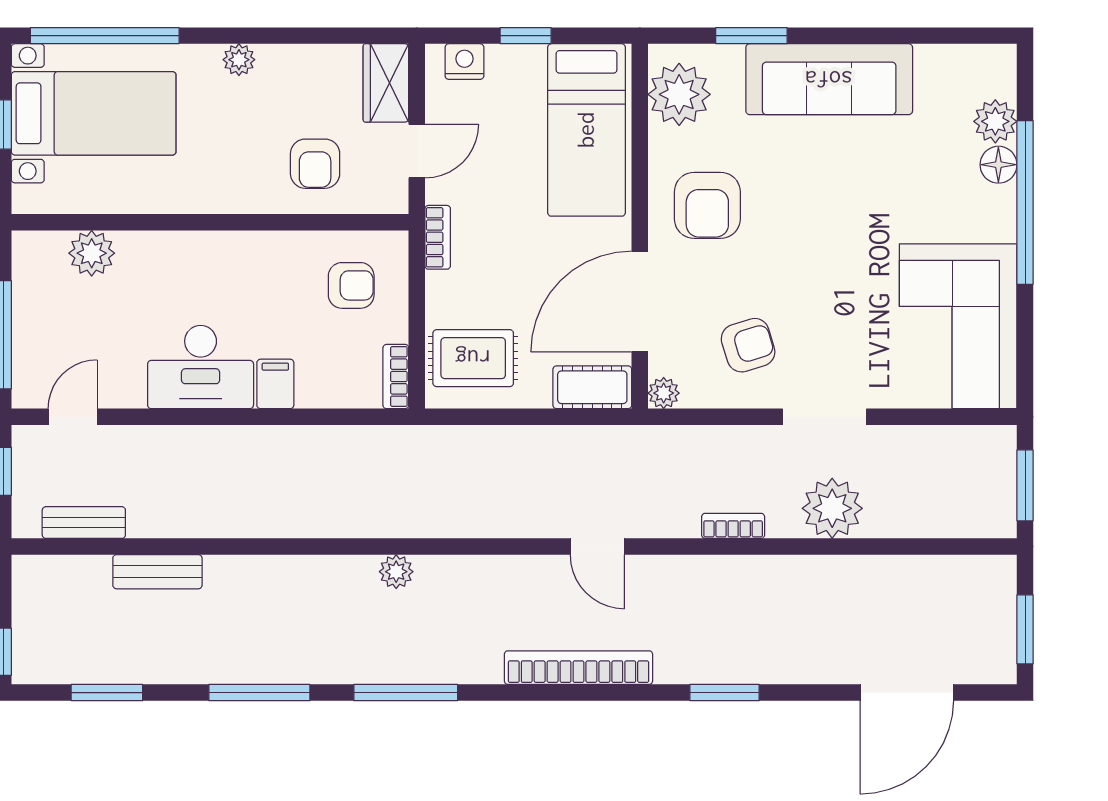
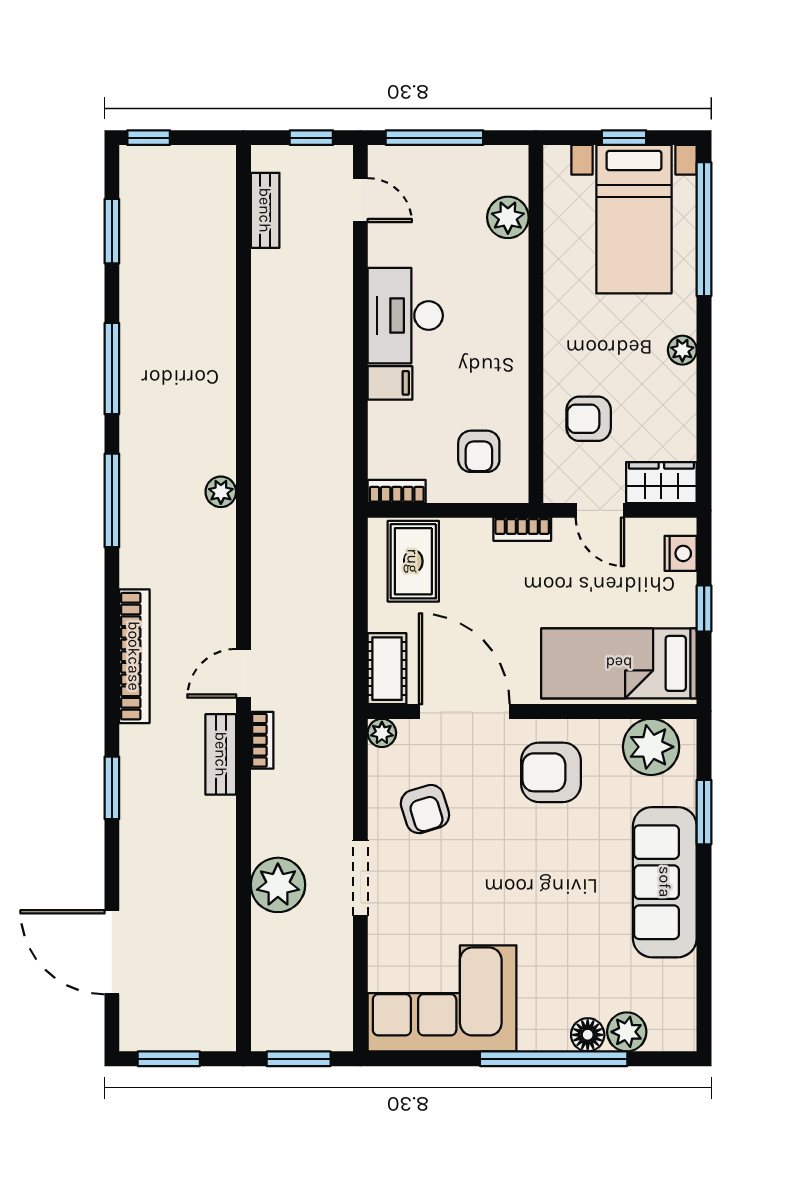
bookcase: (733, 526) -> (262, 740), moved
bench: (157, 572) -> (221, 754), moved

